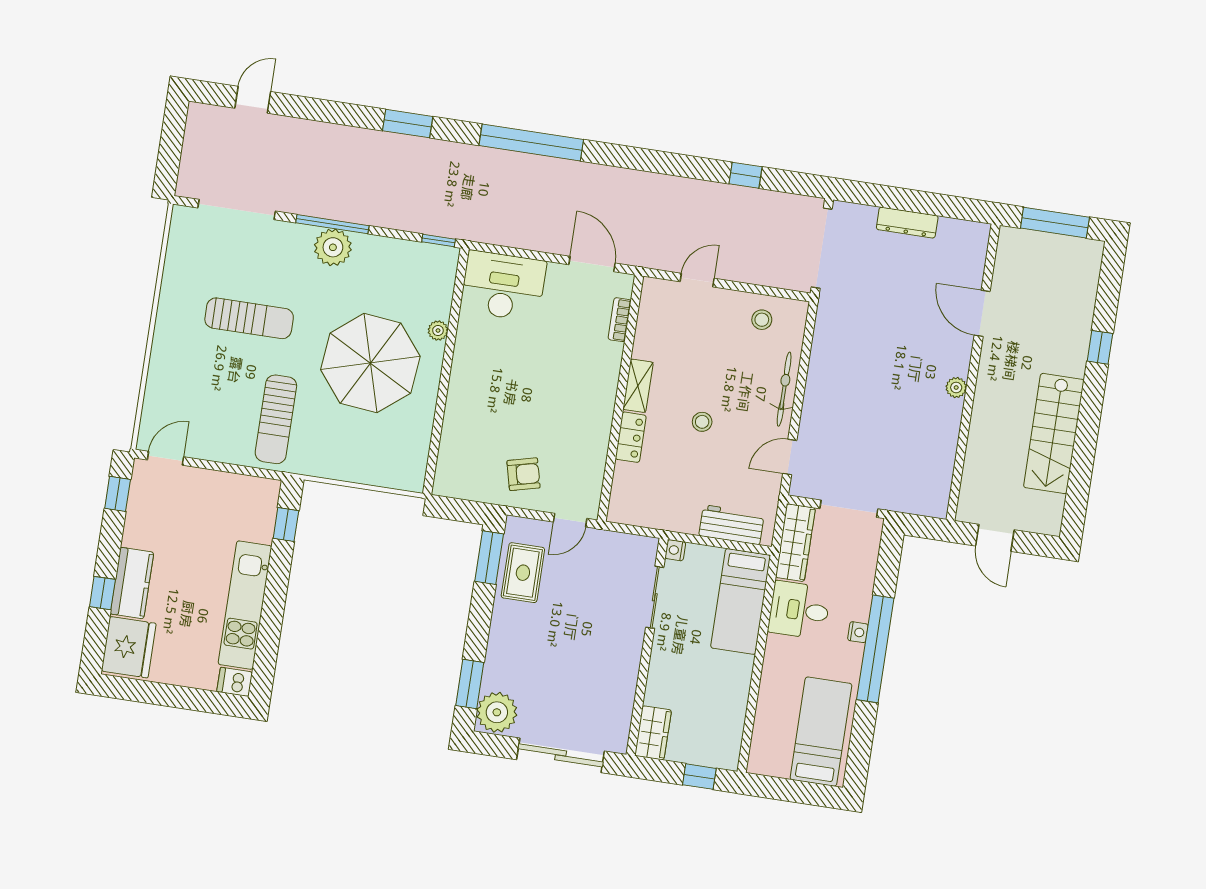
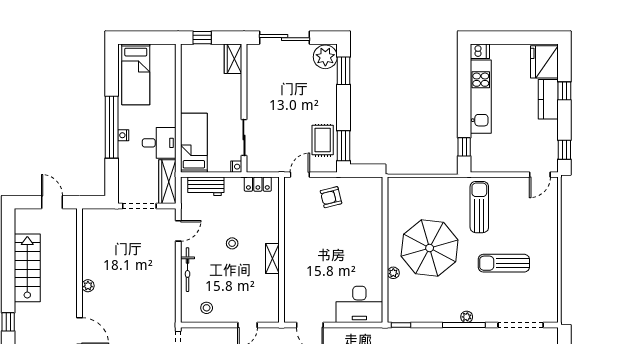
plant: (333, 247) -> (467, 317), width x0.53, depth x0.53
bookcase: (620, 320) -> (289, 295), removed
locker: (631, 437) -> (258, 184), moved, turned -90

